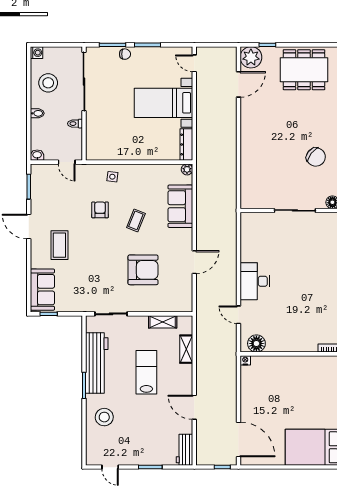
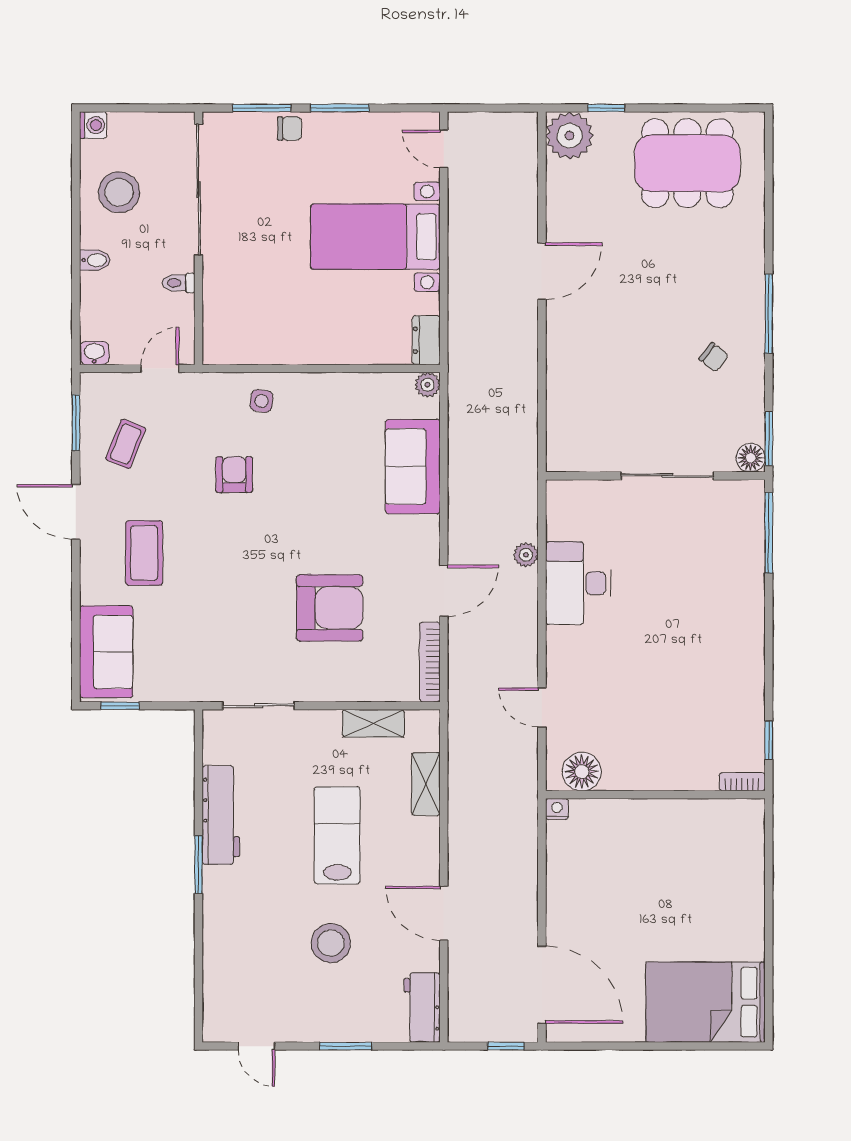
door: (238, 84) -> (542, 271), moved
dresser: (186, 145) -> (426, 340), width x0.70
chair: (316, 157) -> (714, 357), width x0.54, depth x0.54
door: (67, 162) -> (160, 369), swing flipped
coffee table: (136, 220) -> (126, 444), moved
plant: (231, 246) -> (526, 555), added
desk: (255, 281) -> (578, 583), moved
bookcase: (188, 294) -> (430, 662), added
workbench: (97, 363) -> (221, 815), width x0.73, depth x0.76
stool: (104, 417) -> (331, 943), moved

